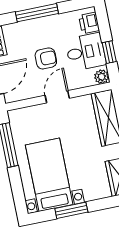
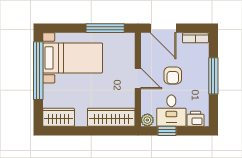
window: (71, 210) -> (38, 71), width x2.11

